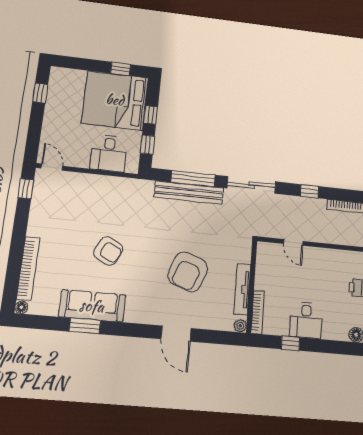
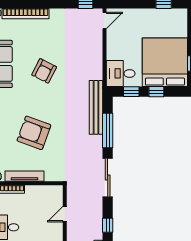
desk: (109, 153) -> (121, 73), moved
bench: (189, 193) -> (96, 107), moved

